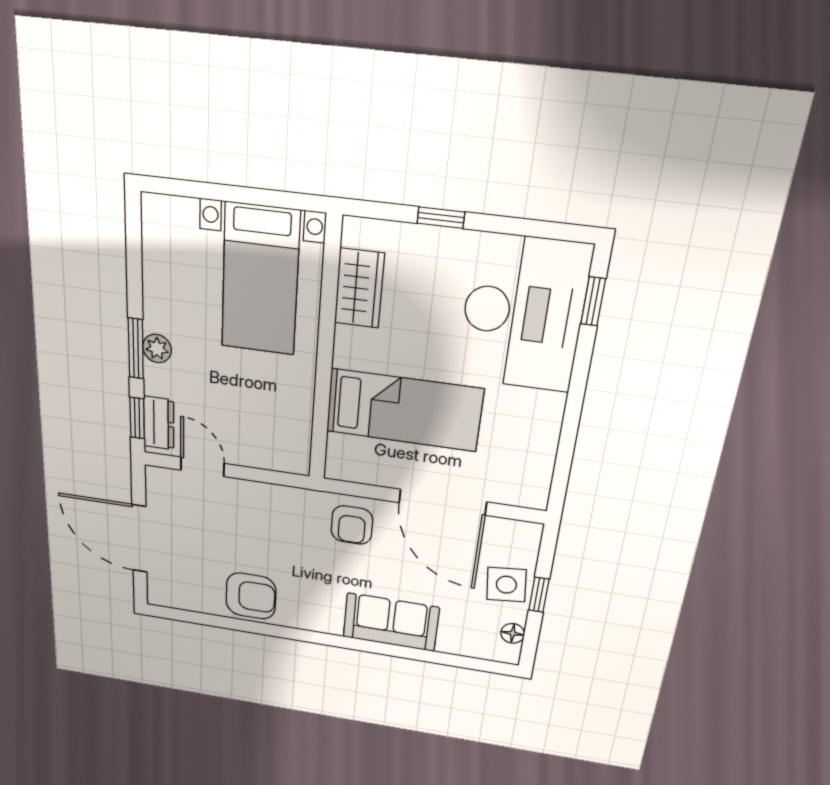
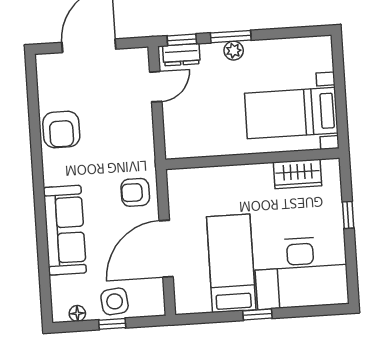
window: (593, 301) -> (257, 315), moved
bed: (404, 410) -> (231, 263), moved, turned 180
sofa: (391, 622) -> (65, 230), width x1.36

